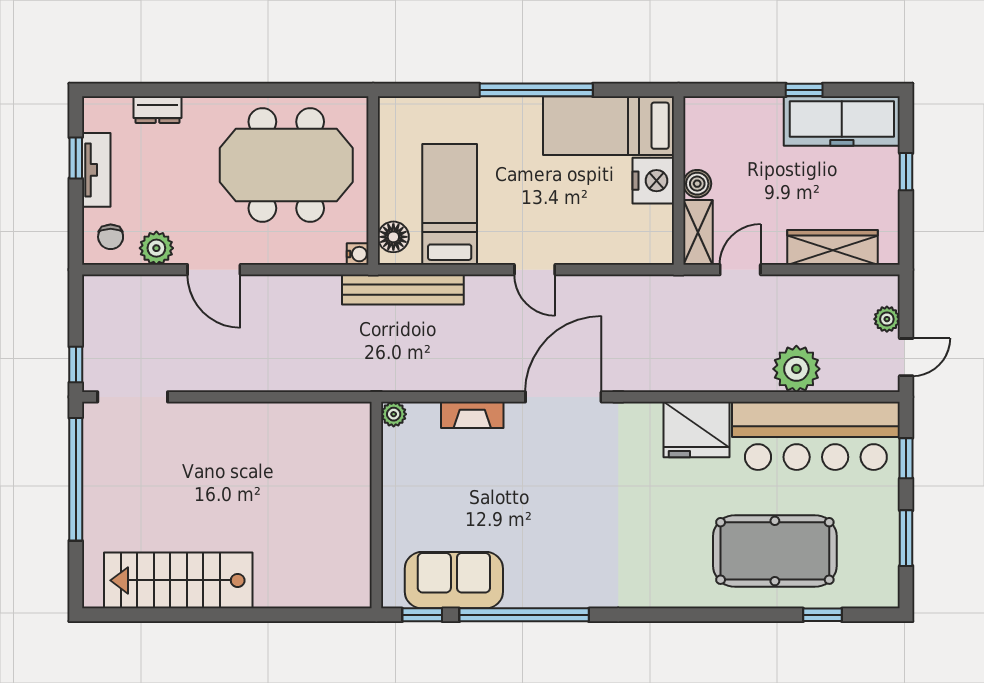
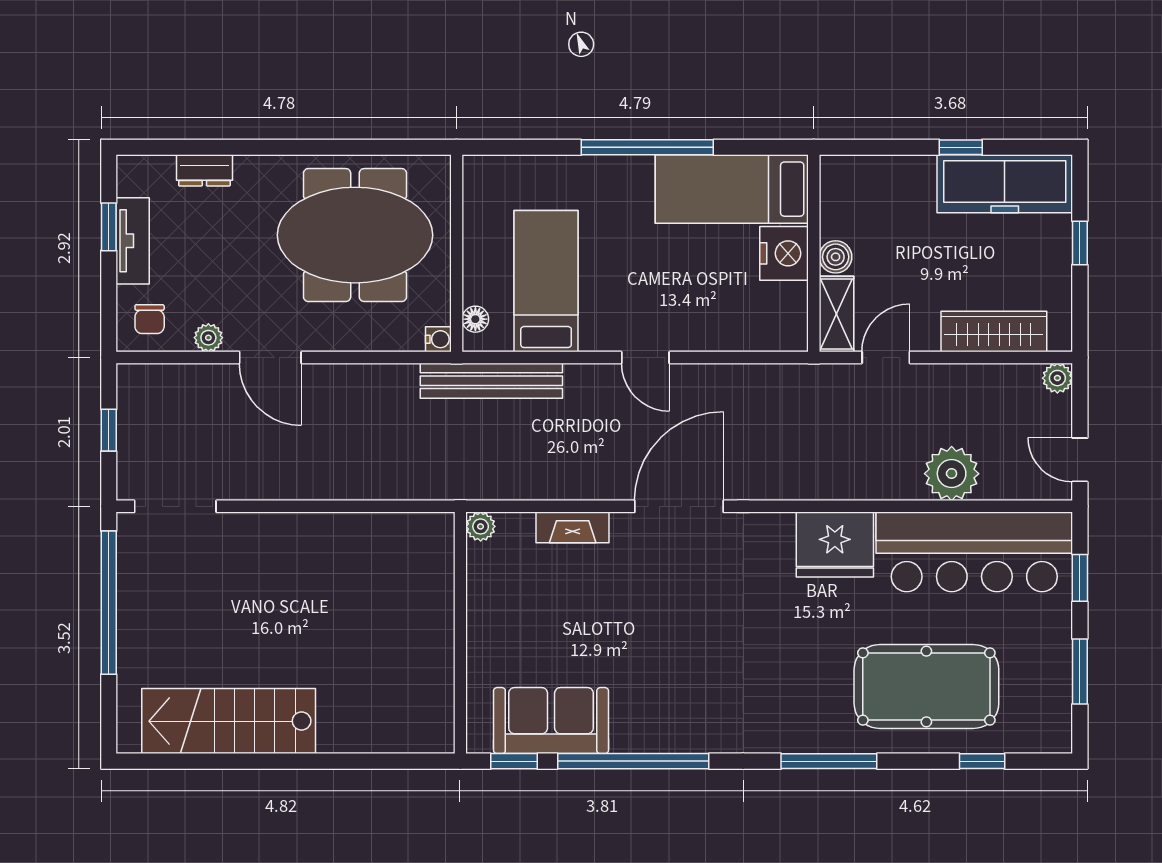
floor lamp: (393, 237) -> (475, 319), width x0.73, depth x0.73
plant: (156, 248) -> (208, 338), width x0.73, depth x0.73
plant: (887, 319) -> (1057, 378), moved
door: (906, 357) -> (1080, 460), swing flipped
window: (76, 365) -> (109, 430), moved
window: (692, 615) -> (829, 761), added

